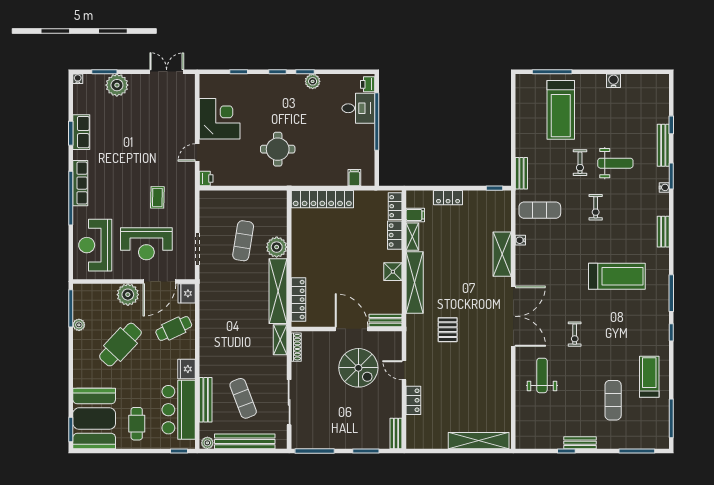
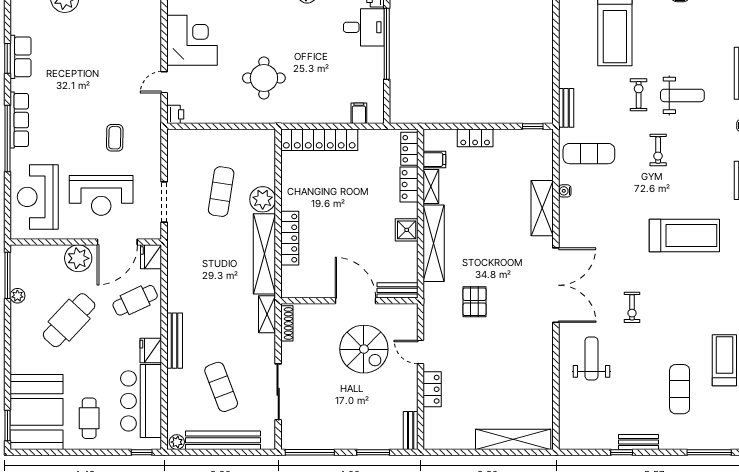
exercise bike: (580, 163) -> (639, 95), turned 180
locker: (299, 300) -> (290, 238), moved
bench: (206, 400) -> (175, 341), moved

